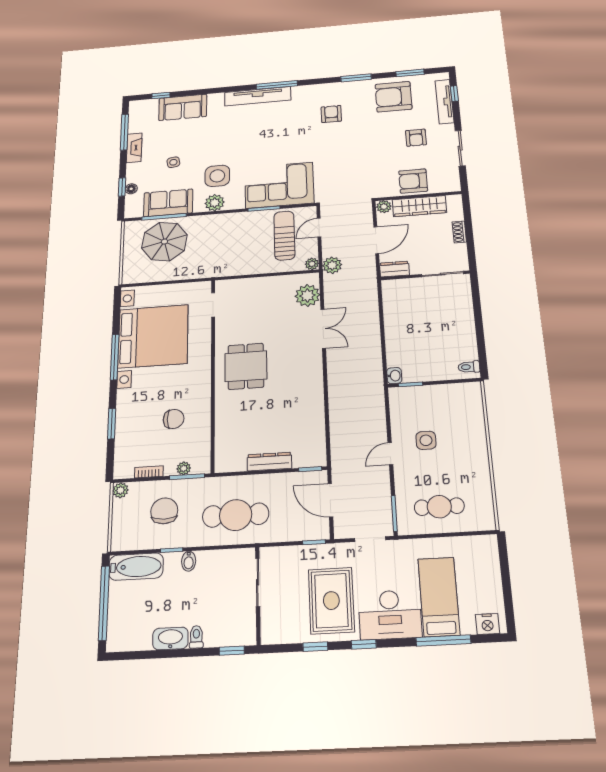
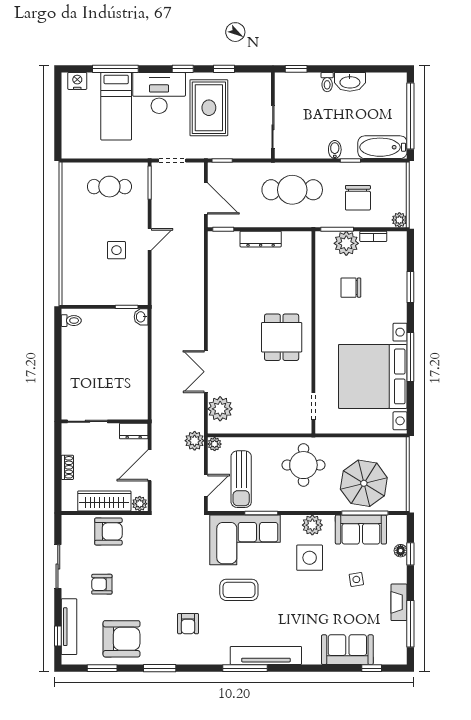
armchair: (416, 138) -> (102, 584), turned -90
coffee table: (284, 145) -> (239, 590), added
round table: (223, 252) -> (303, 465), added
plant: (184, 468) -> (346, 243), width x1.88, depth x1.88

